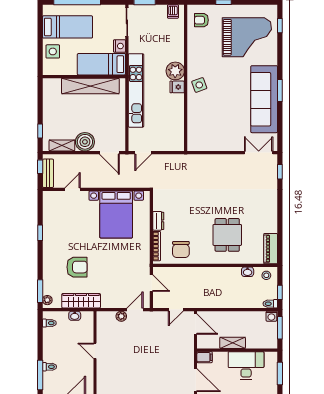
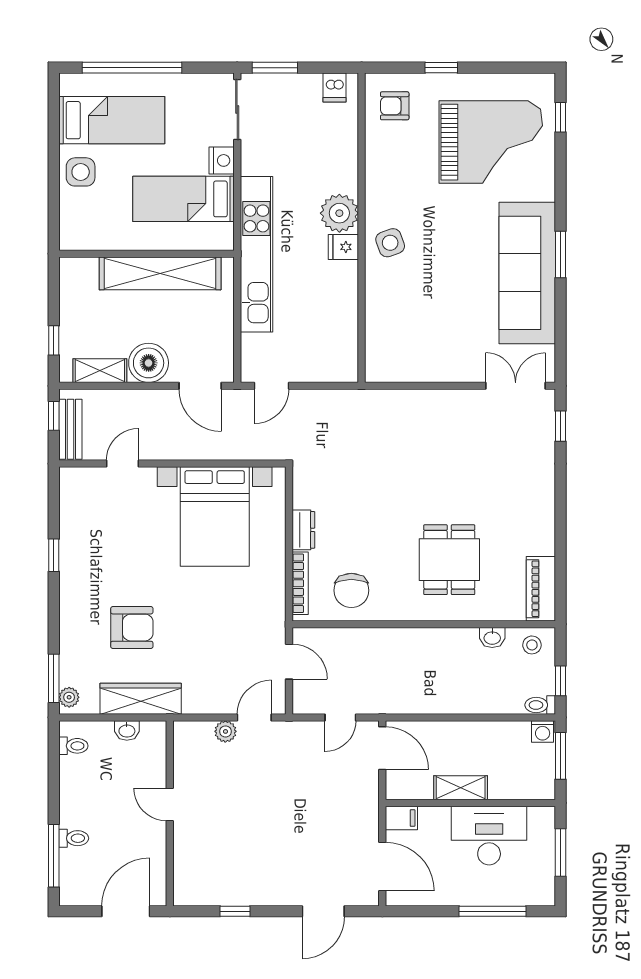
wall: (84, 77) -> (147, 254), moved
shelving: (90, 86) -> (160, 273), moved

